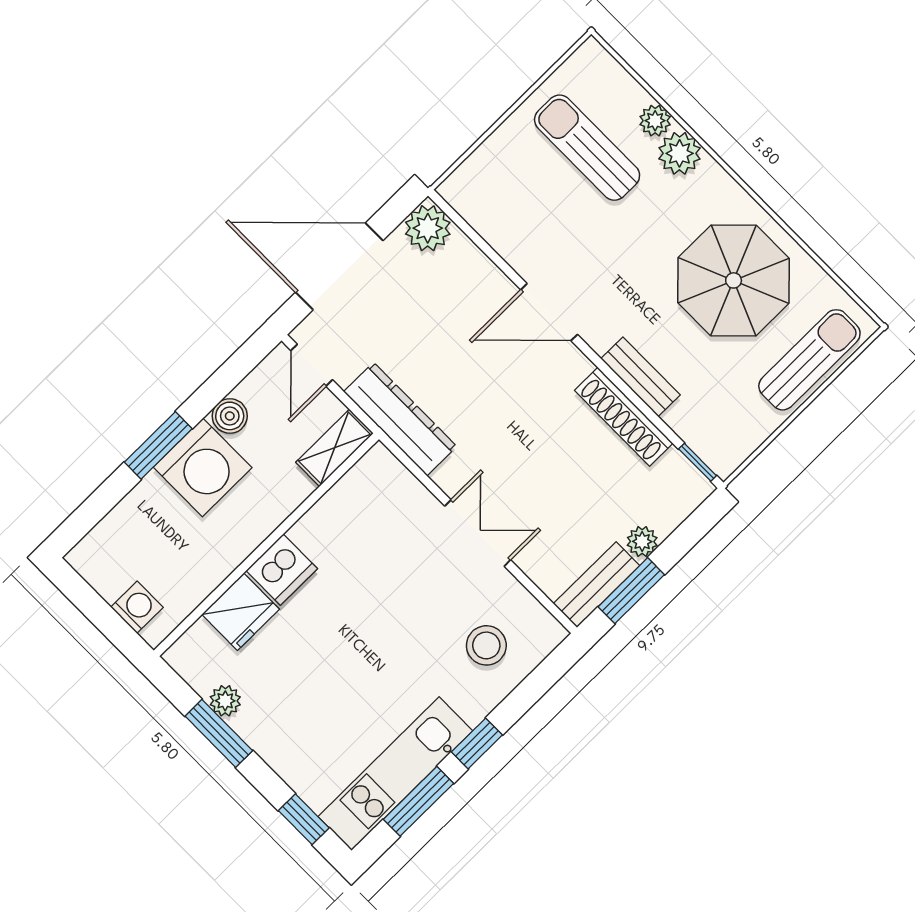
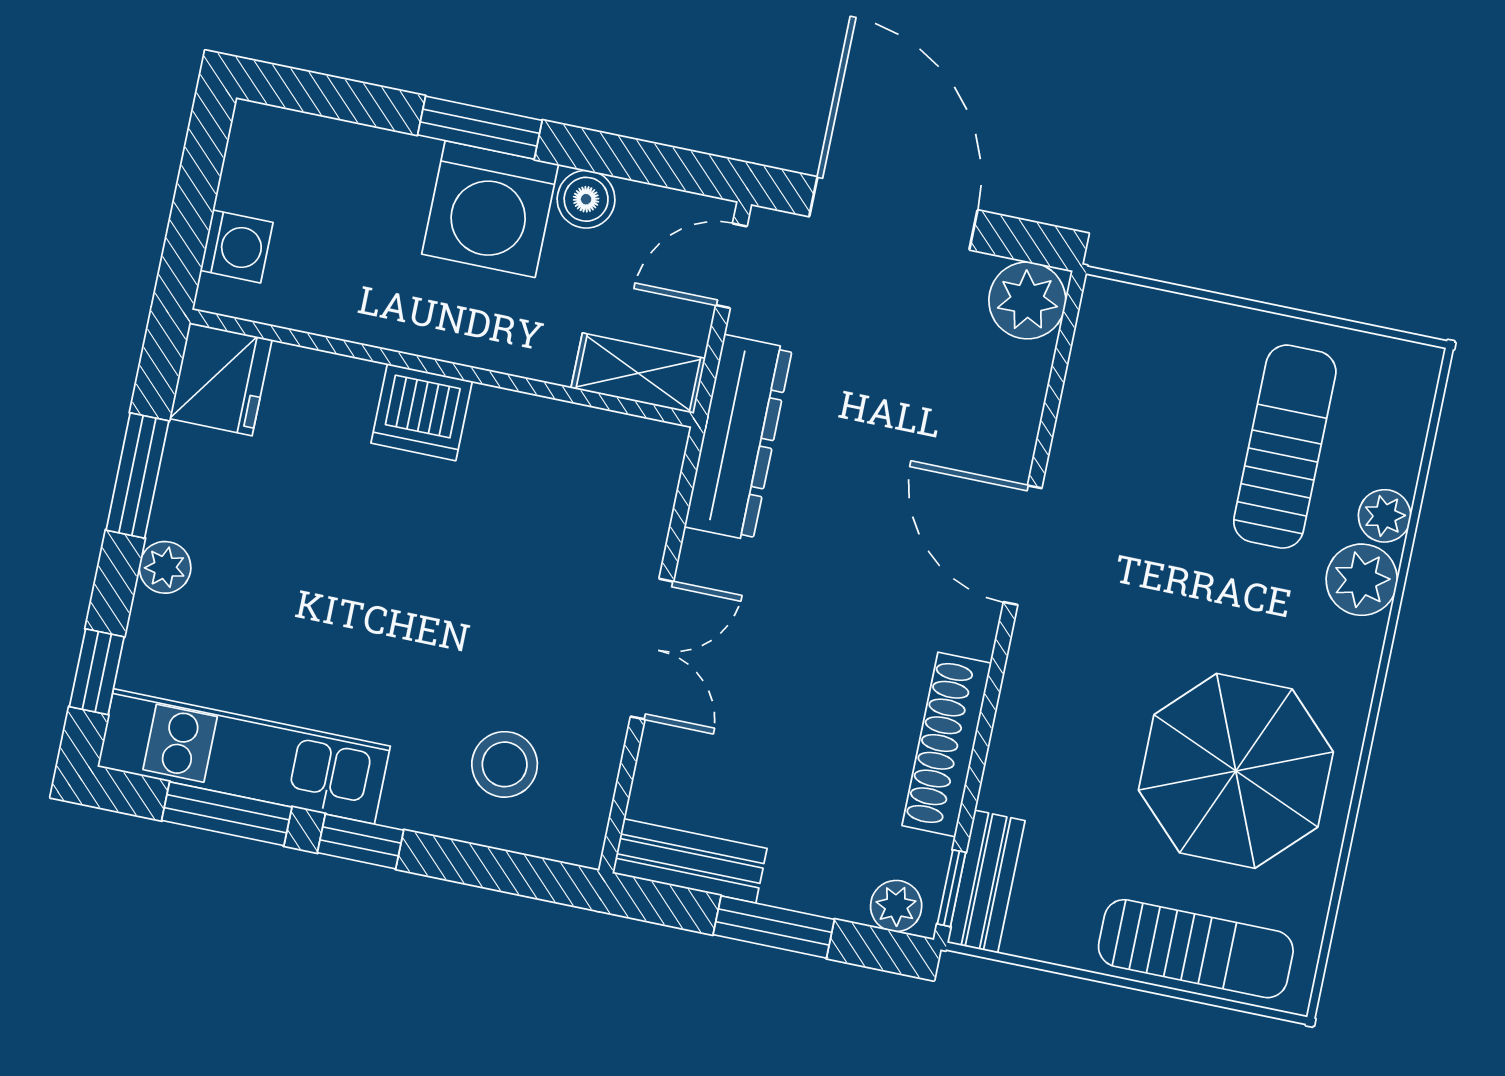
bench: (640, 377) -> (986, 882), moved
plant: (642, 541) -> (896, 906), moved
window: (631, 591) -> (774, 927), moved
fridge: (241, 612) -> (221, 379), moved, turned -90
plant: (225, 701) -> (165, 567), moved

